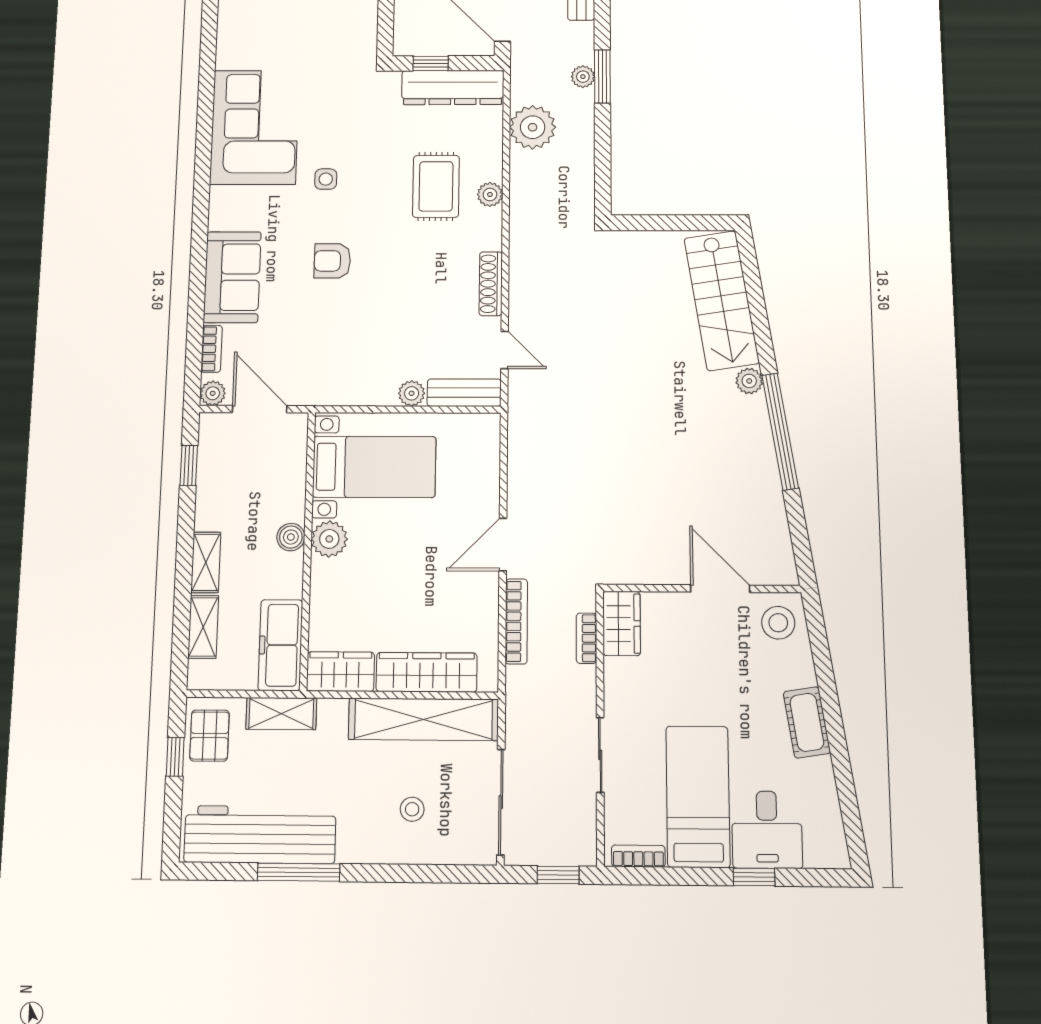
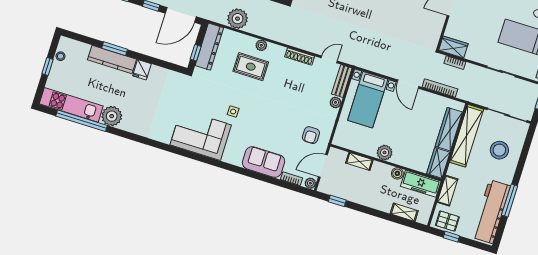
armchair: (332, 261) -> (311, 135), moved
bed with nightstands: (374, 467) -> (368, 100), moved, turned 180
boiler: (291, 537) -> (397, 173), moved
shelving: (206, 562) -> (359, 161), moved
stool: (412, 809) -> (499, 150), width x1.89, depth x1.89

